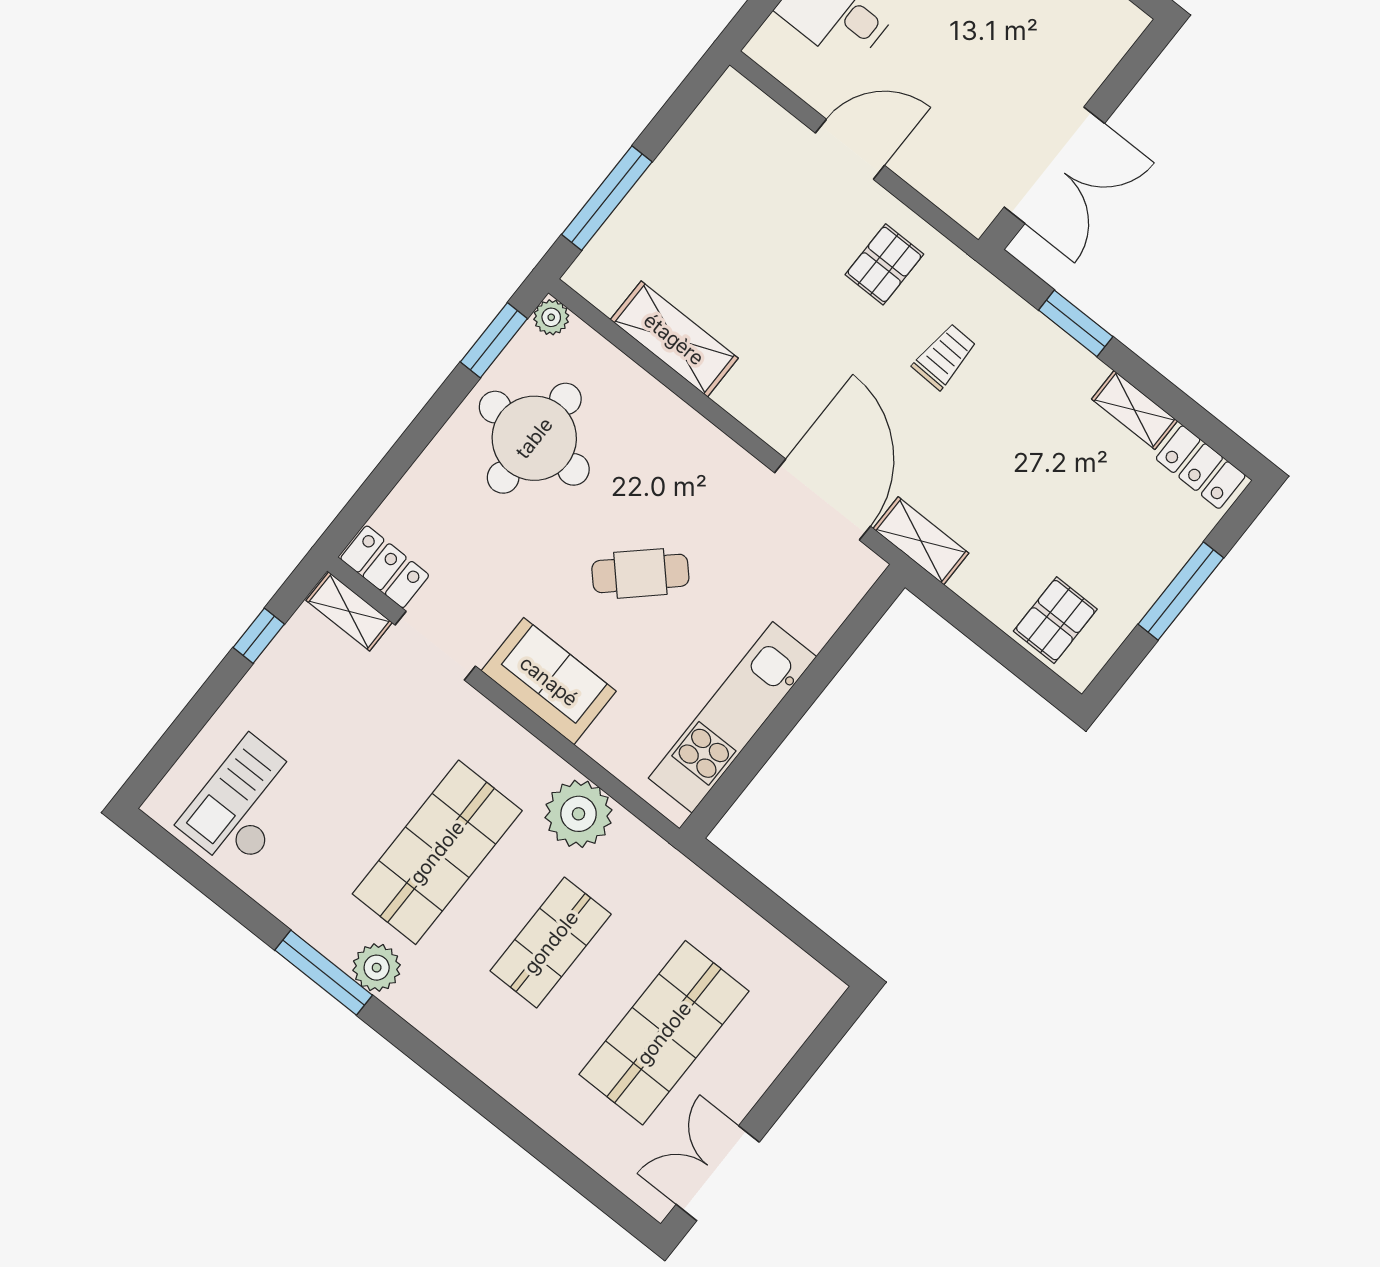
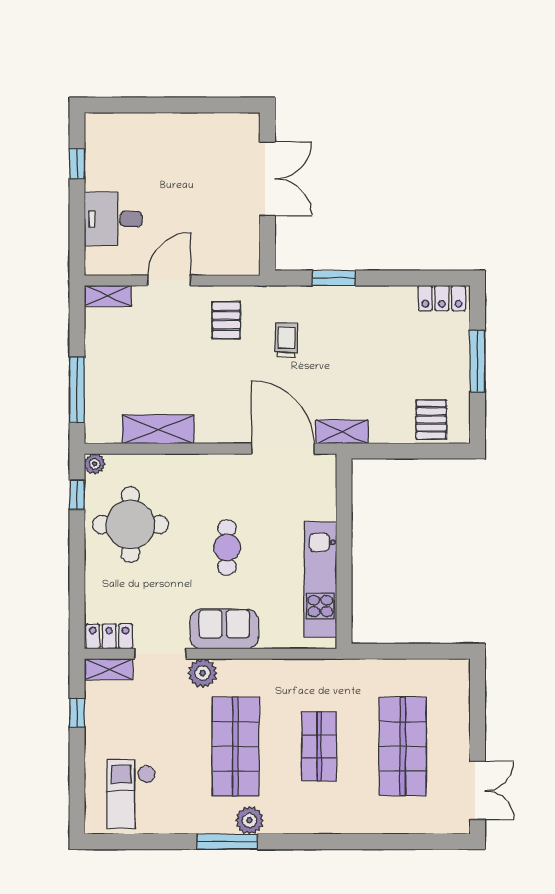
double door: (1054, 165) -> (267, 179), moved
window: (494, 340) -> (77, 495), width x0.67
shelving: (1135, 410) -> (108, 296), moved
cafe table: (640, 573) -> (227, 547), turned -47
plant: (579, 814) -> (203, 673), moved, width x0.73, depth x0.73
double door: (718, 1173) -> (477, 791), swing flipped

